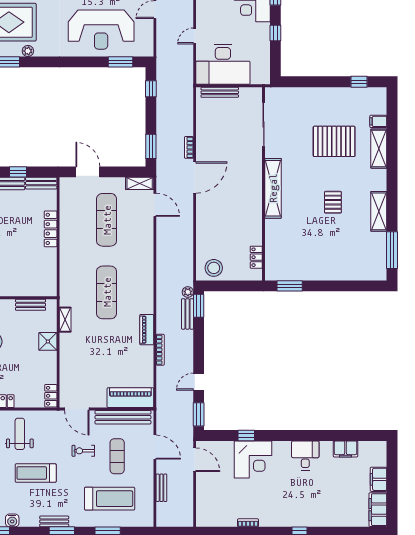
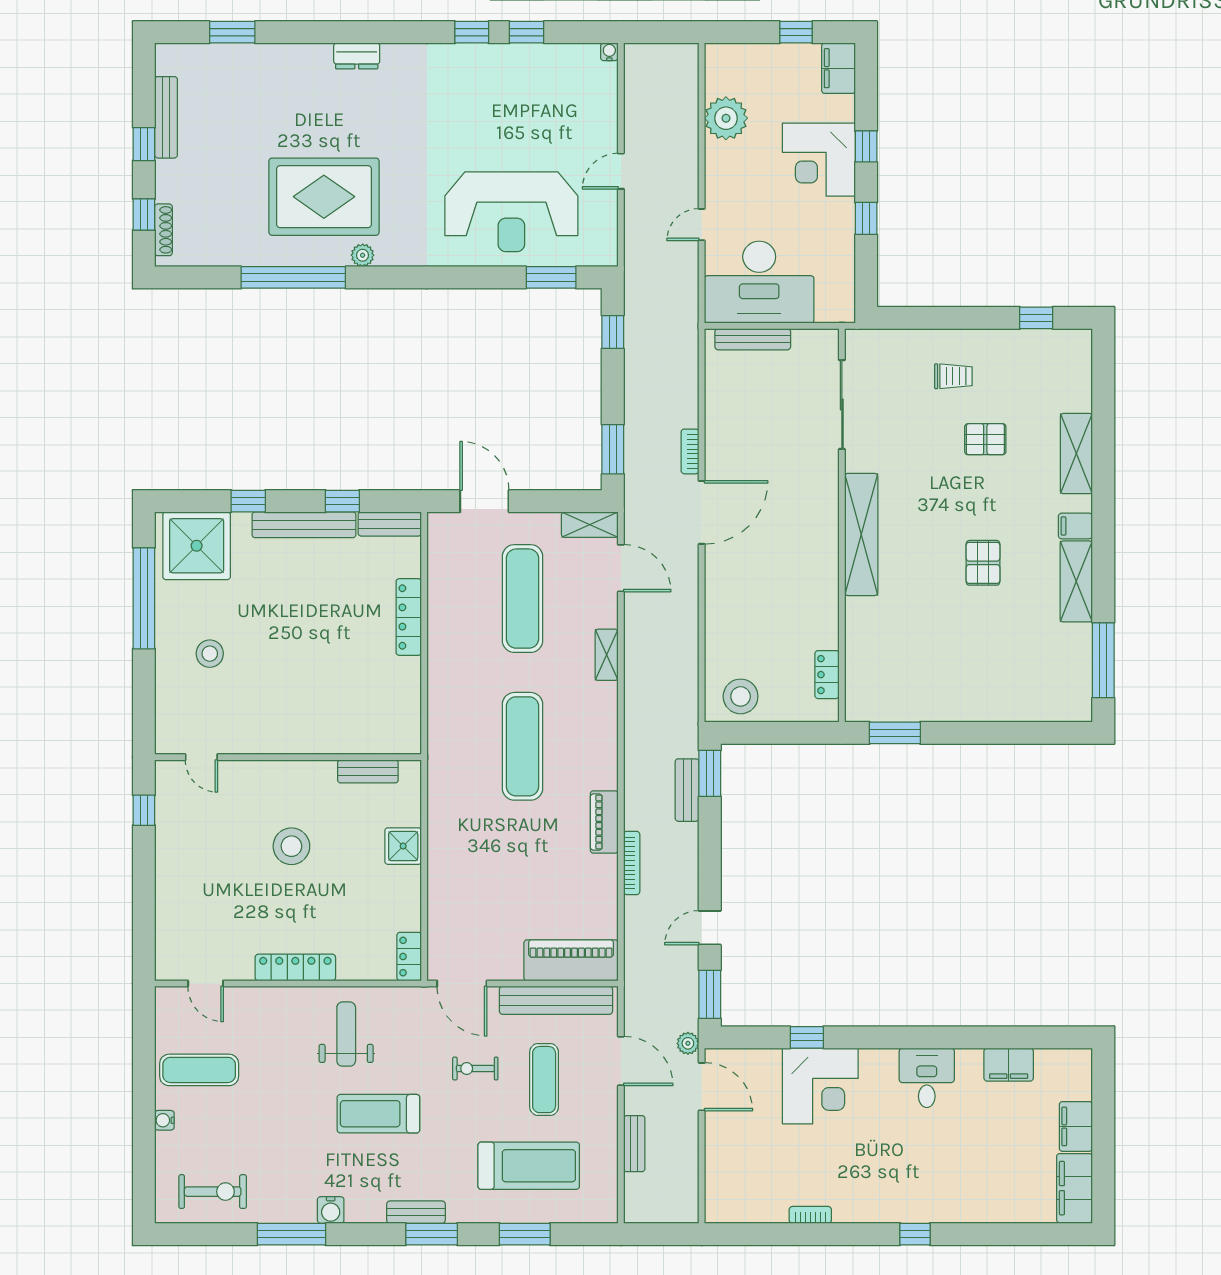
trolley: (318, 110) -> (953, 376), added
filing cabinet: (378, 121) -> (1075, 526), moved
pallet: (334, 141) -> (985, 439), width x0.49, depth x0.50
plant: (188, 292) -> (688, 1043), moved
shelving: (65, 320) -> (607, 655), moved

